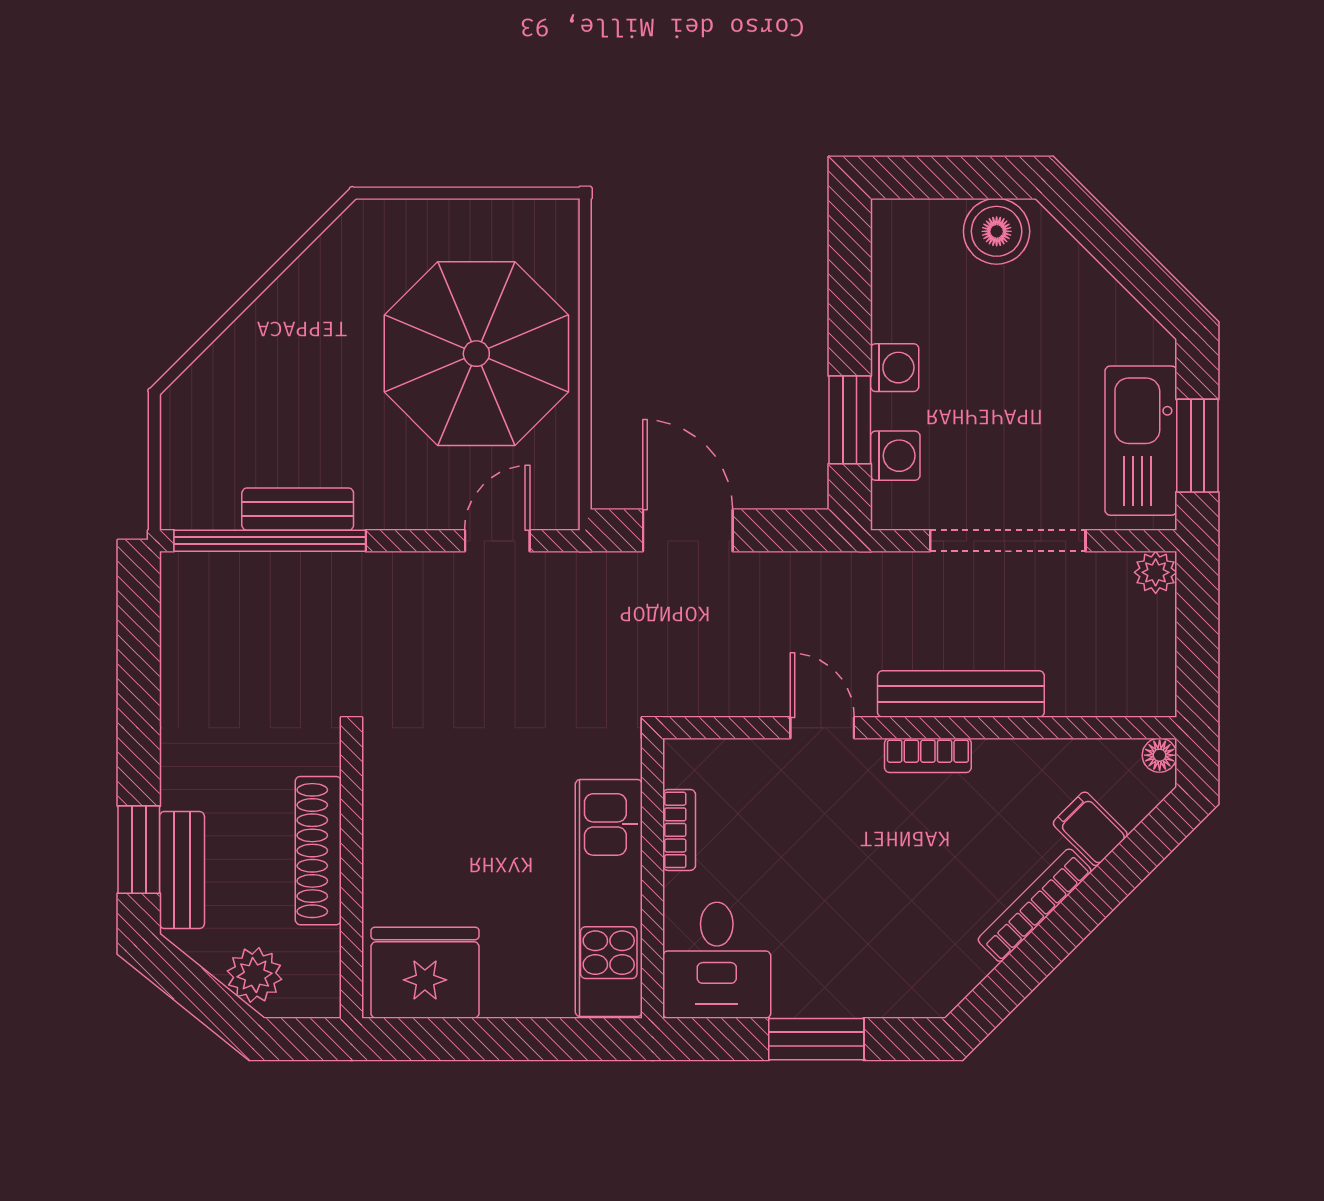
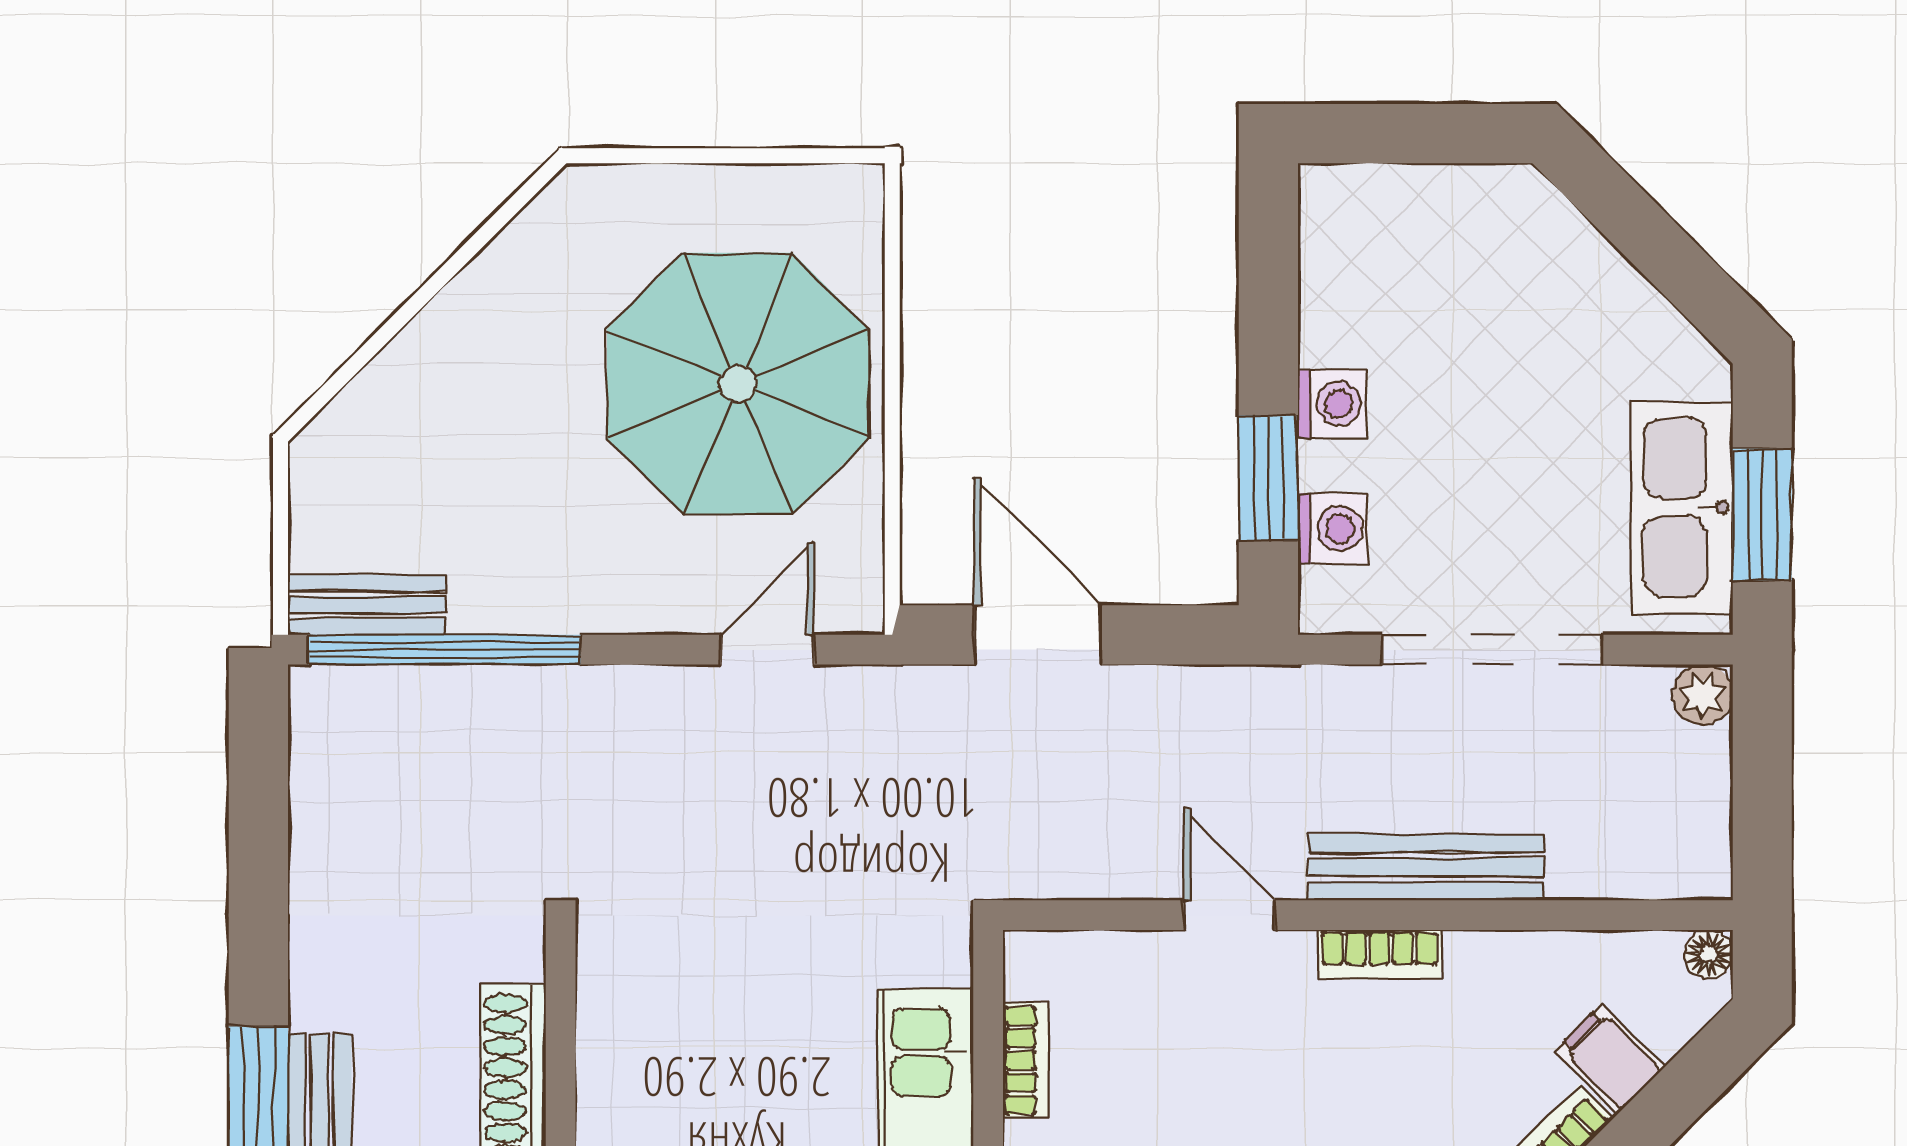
boiler: (997, 231) -> (1477, 210), removed
bench: (298, 509) -> (367, 605), moved

